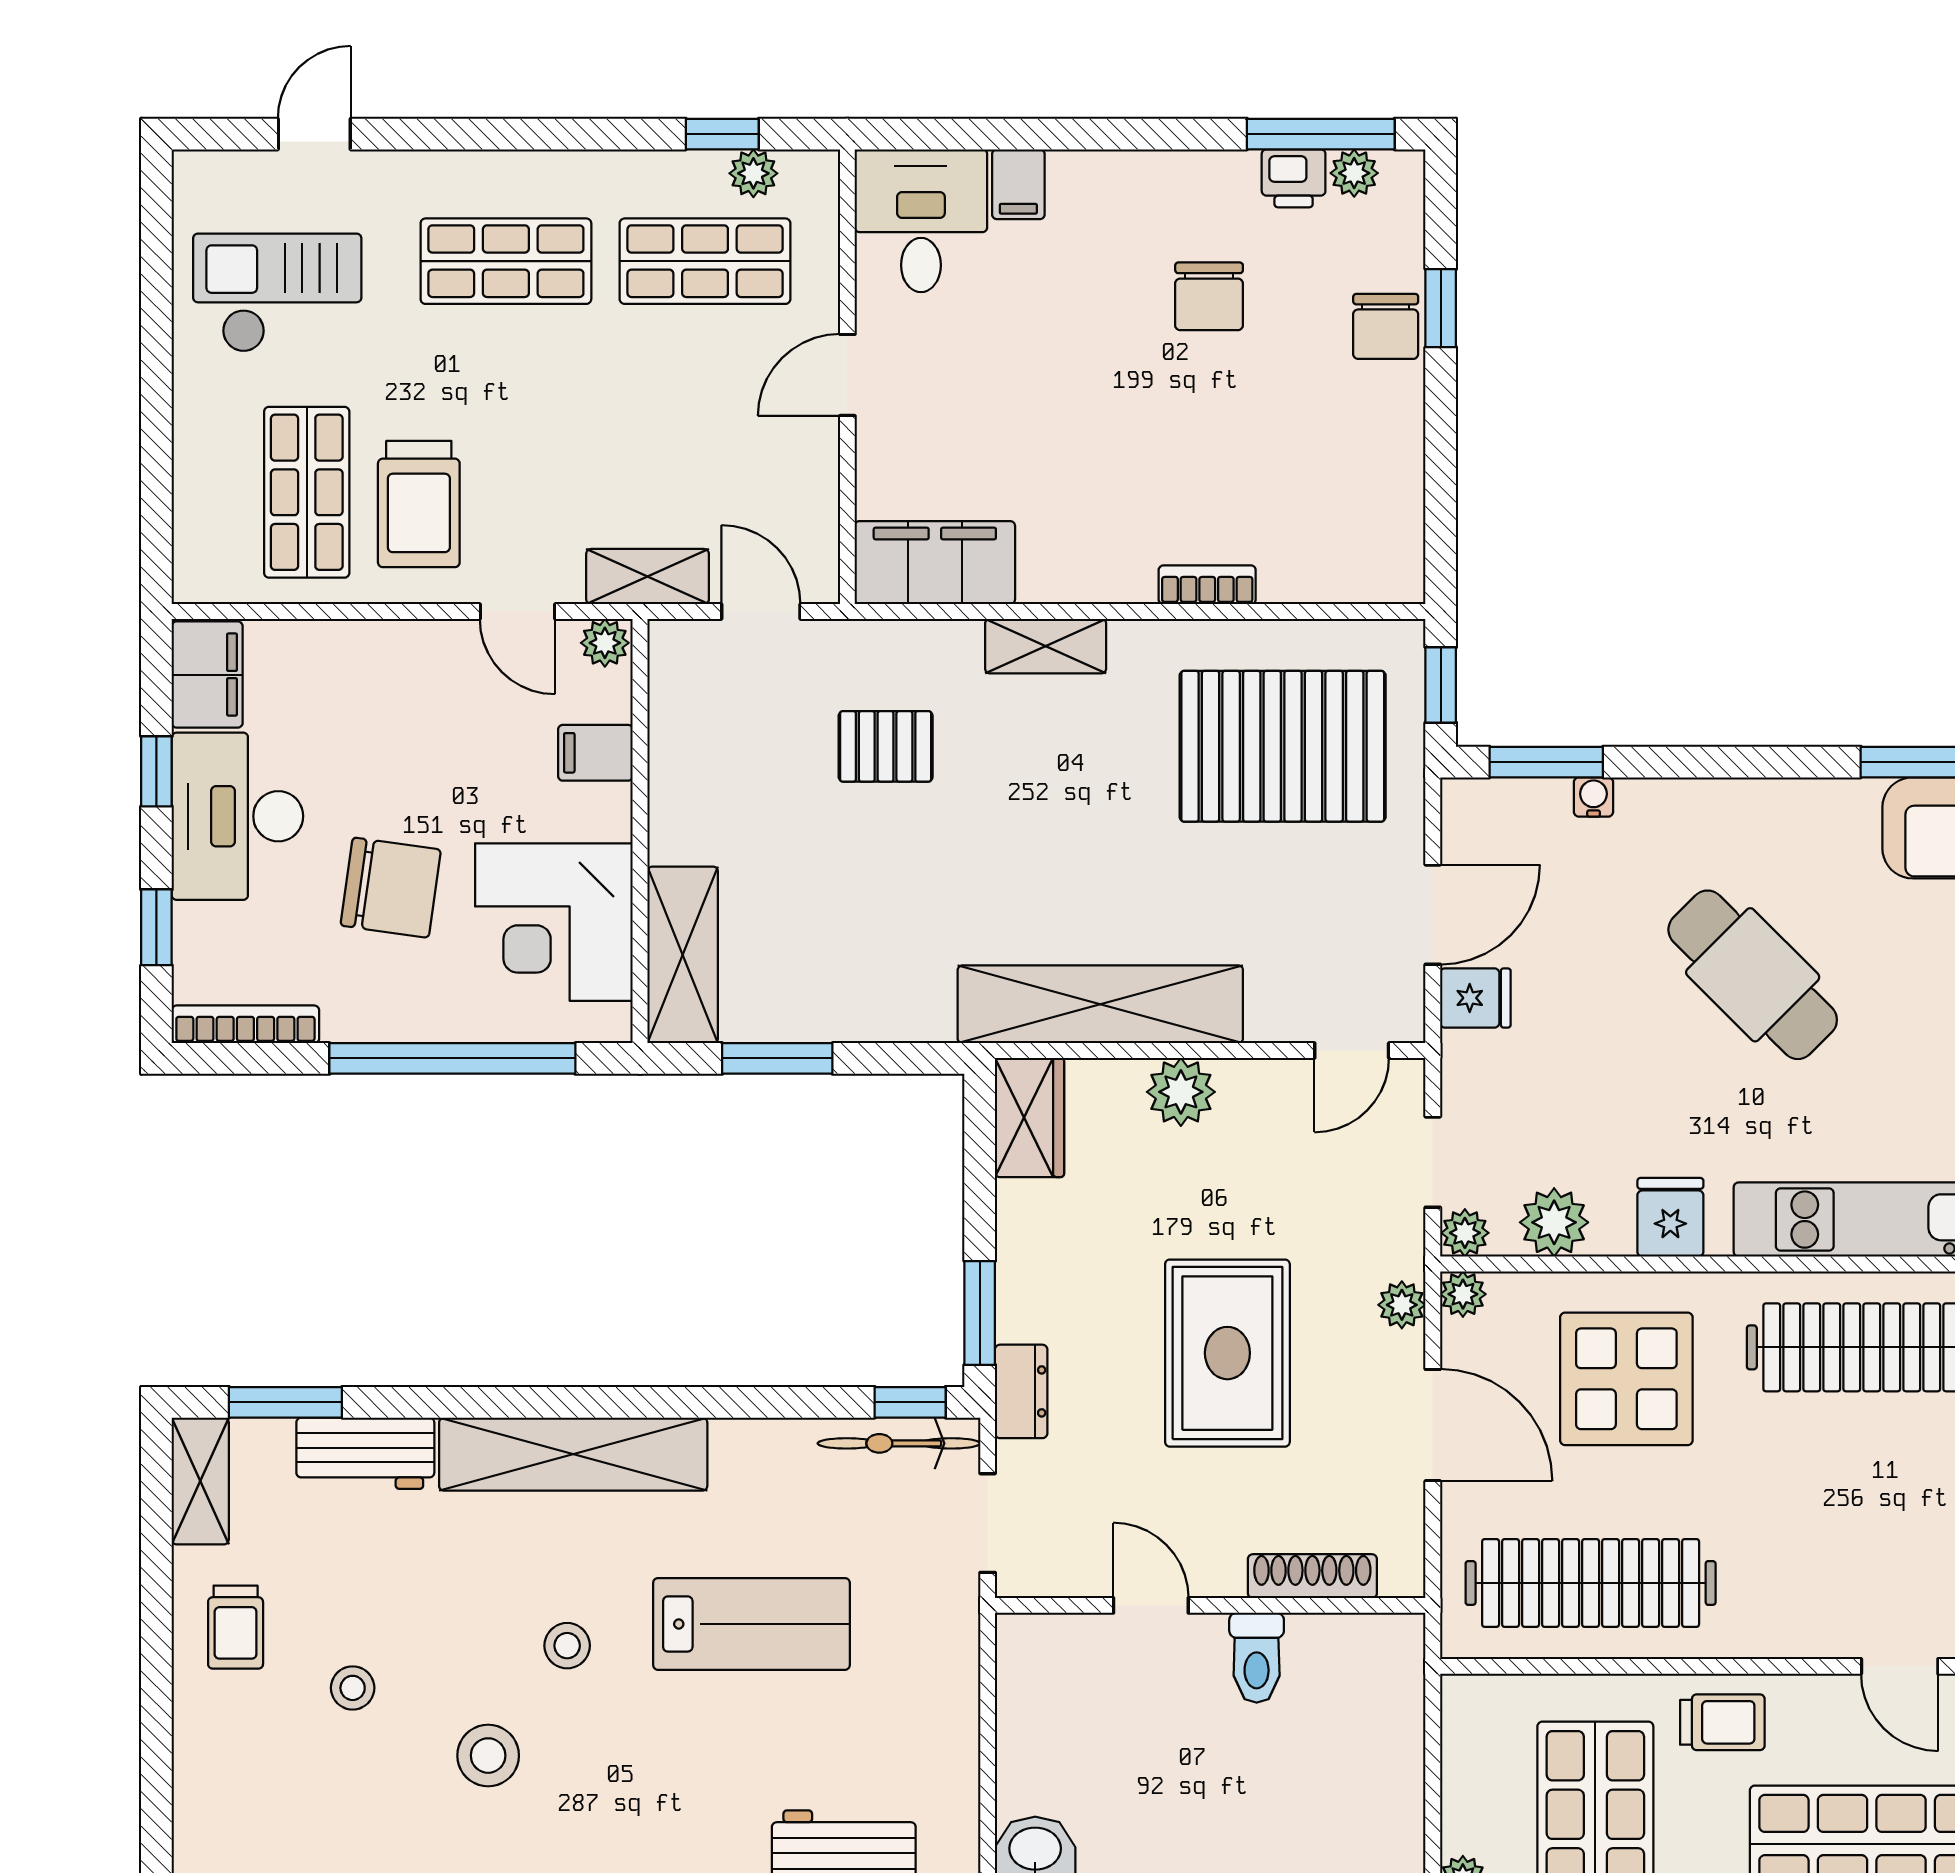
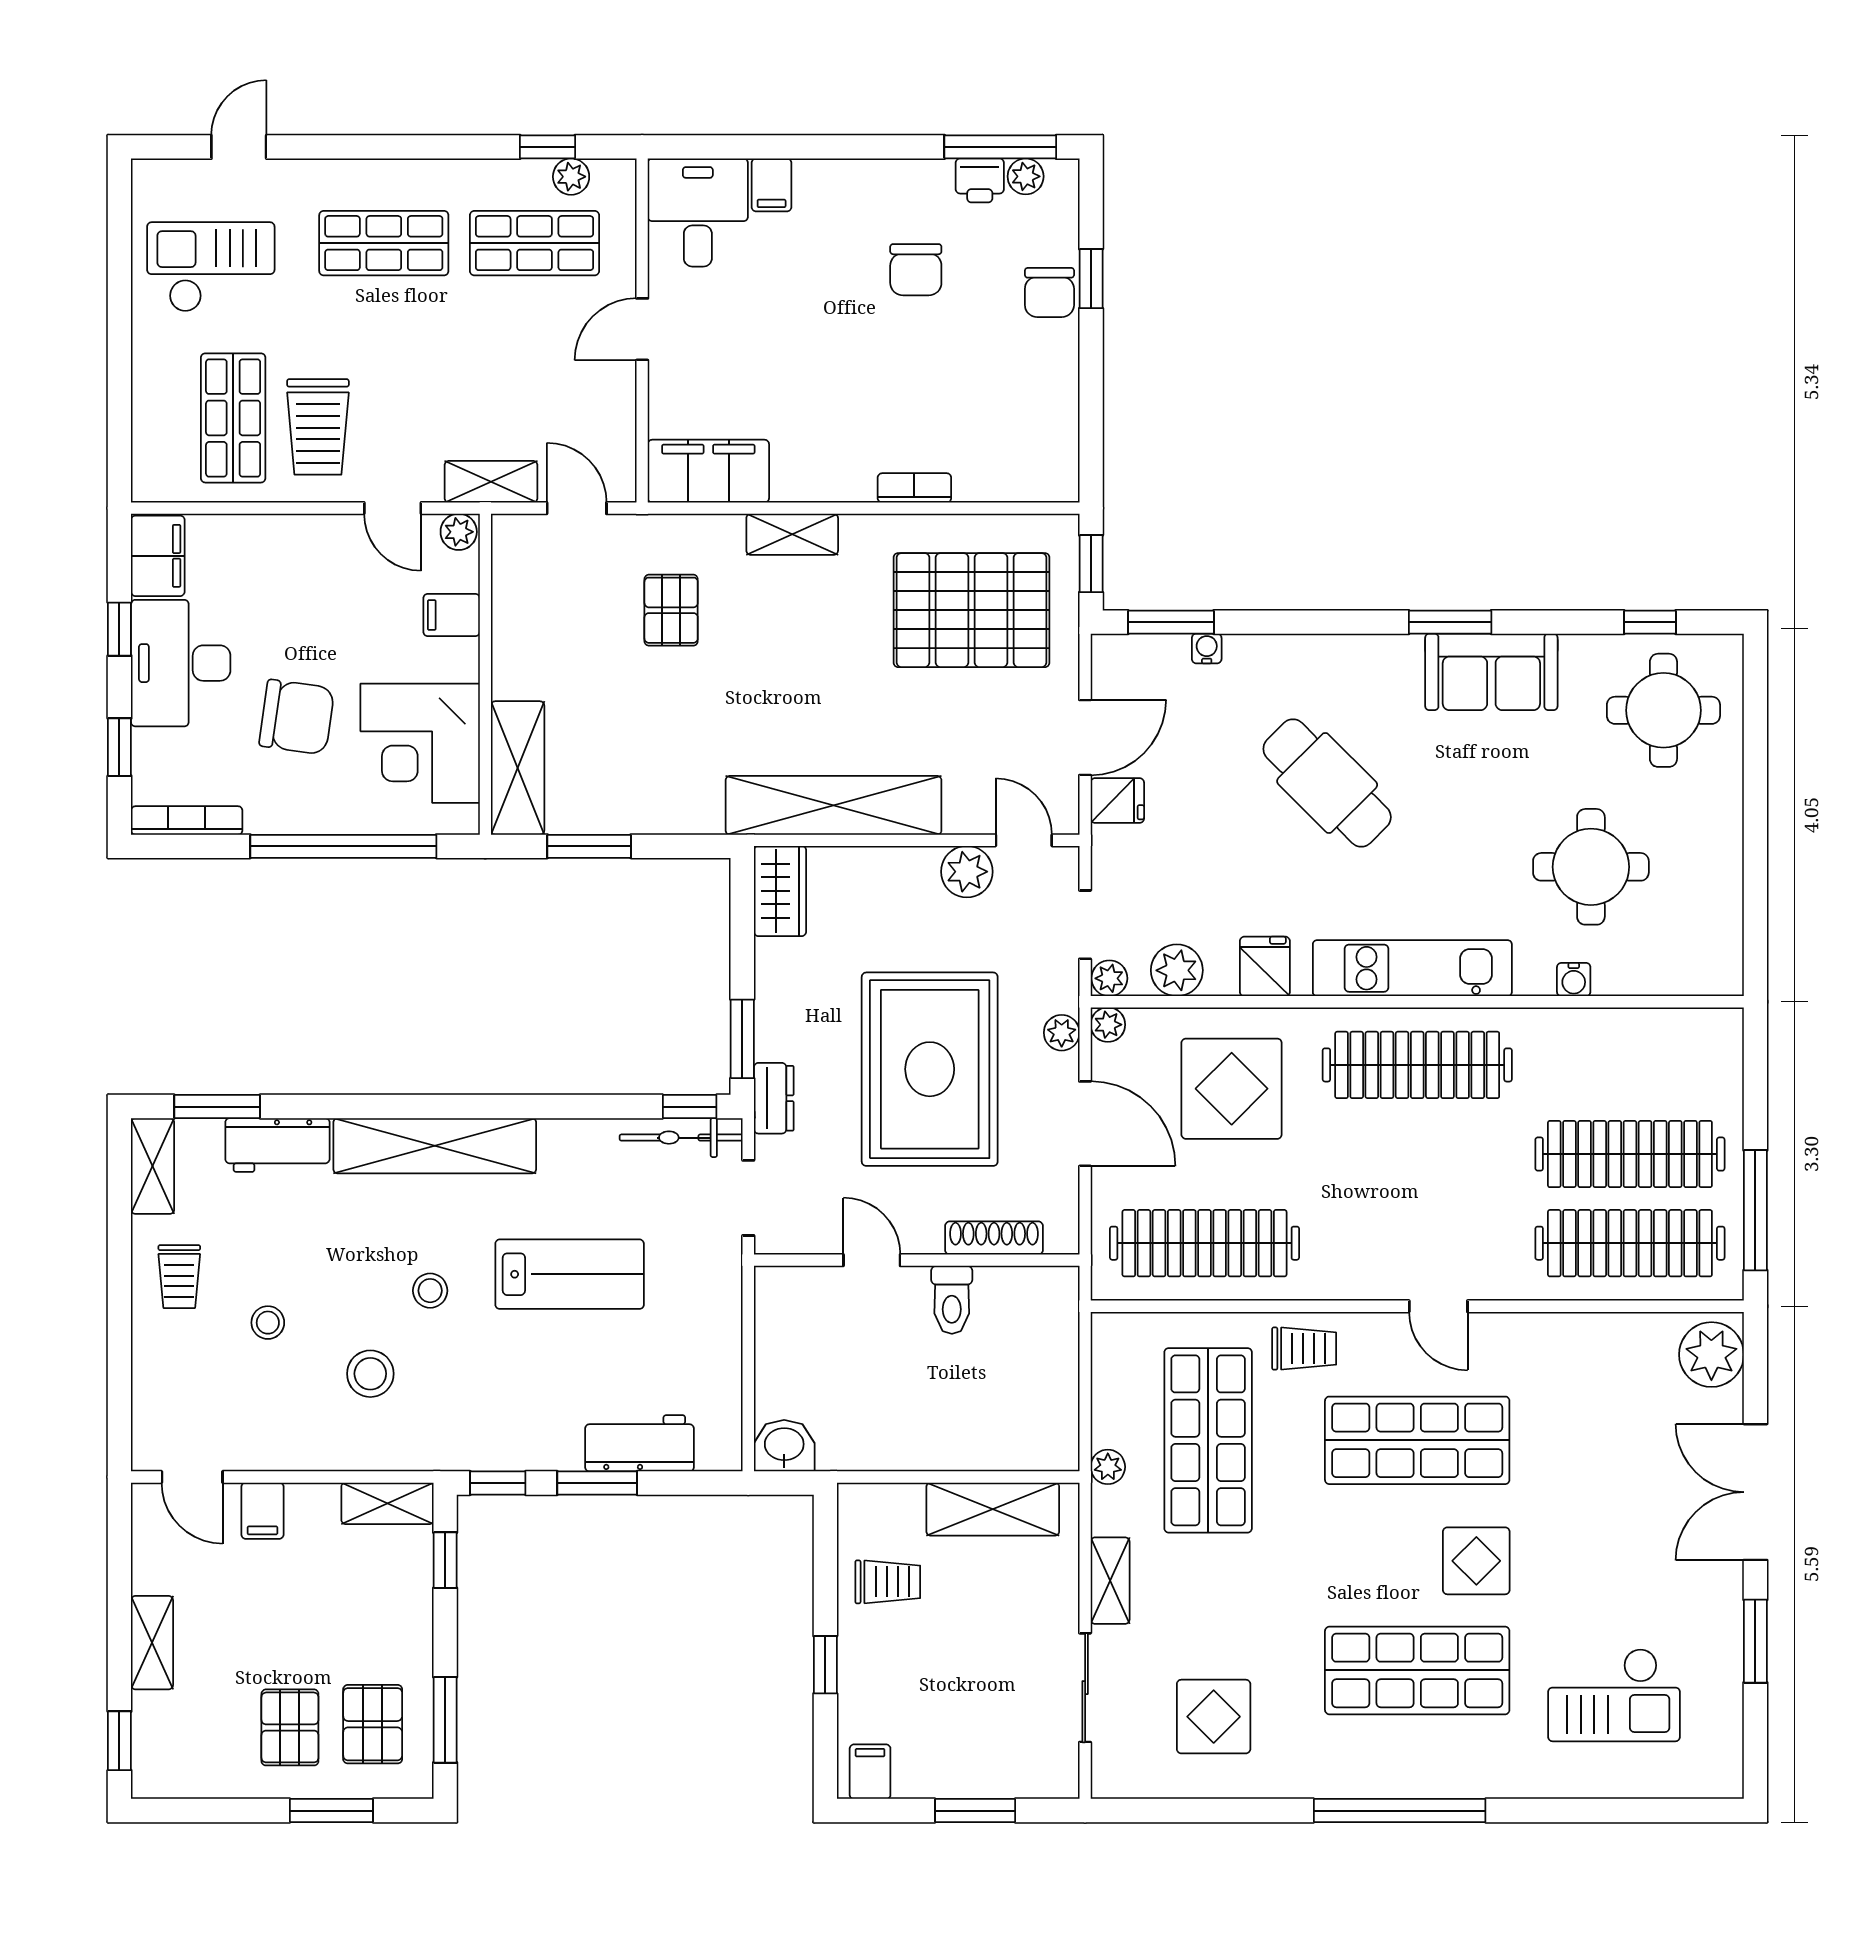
pallet: (886, 746) -> (671, 610), turned 90
door: (1352, 1051) -> (1024, 840), swing flipped
plant: (1181, 1092) -> (967, 872), moved
rug: (1227, 1353) -> (930, 1069), width x1.37, depth x1.44

